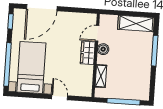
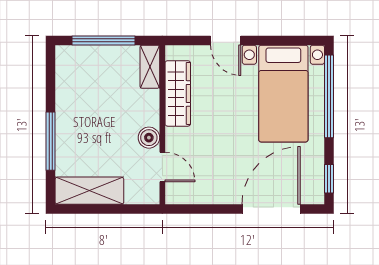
door: (97, 33) -> (162, 167), hinge flipped
wardrobe: (88, 53) -> (178, 93), moved, width x1.50
shelving: (101, 76) -> (150, 67), moved

